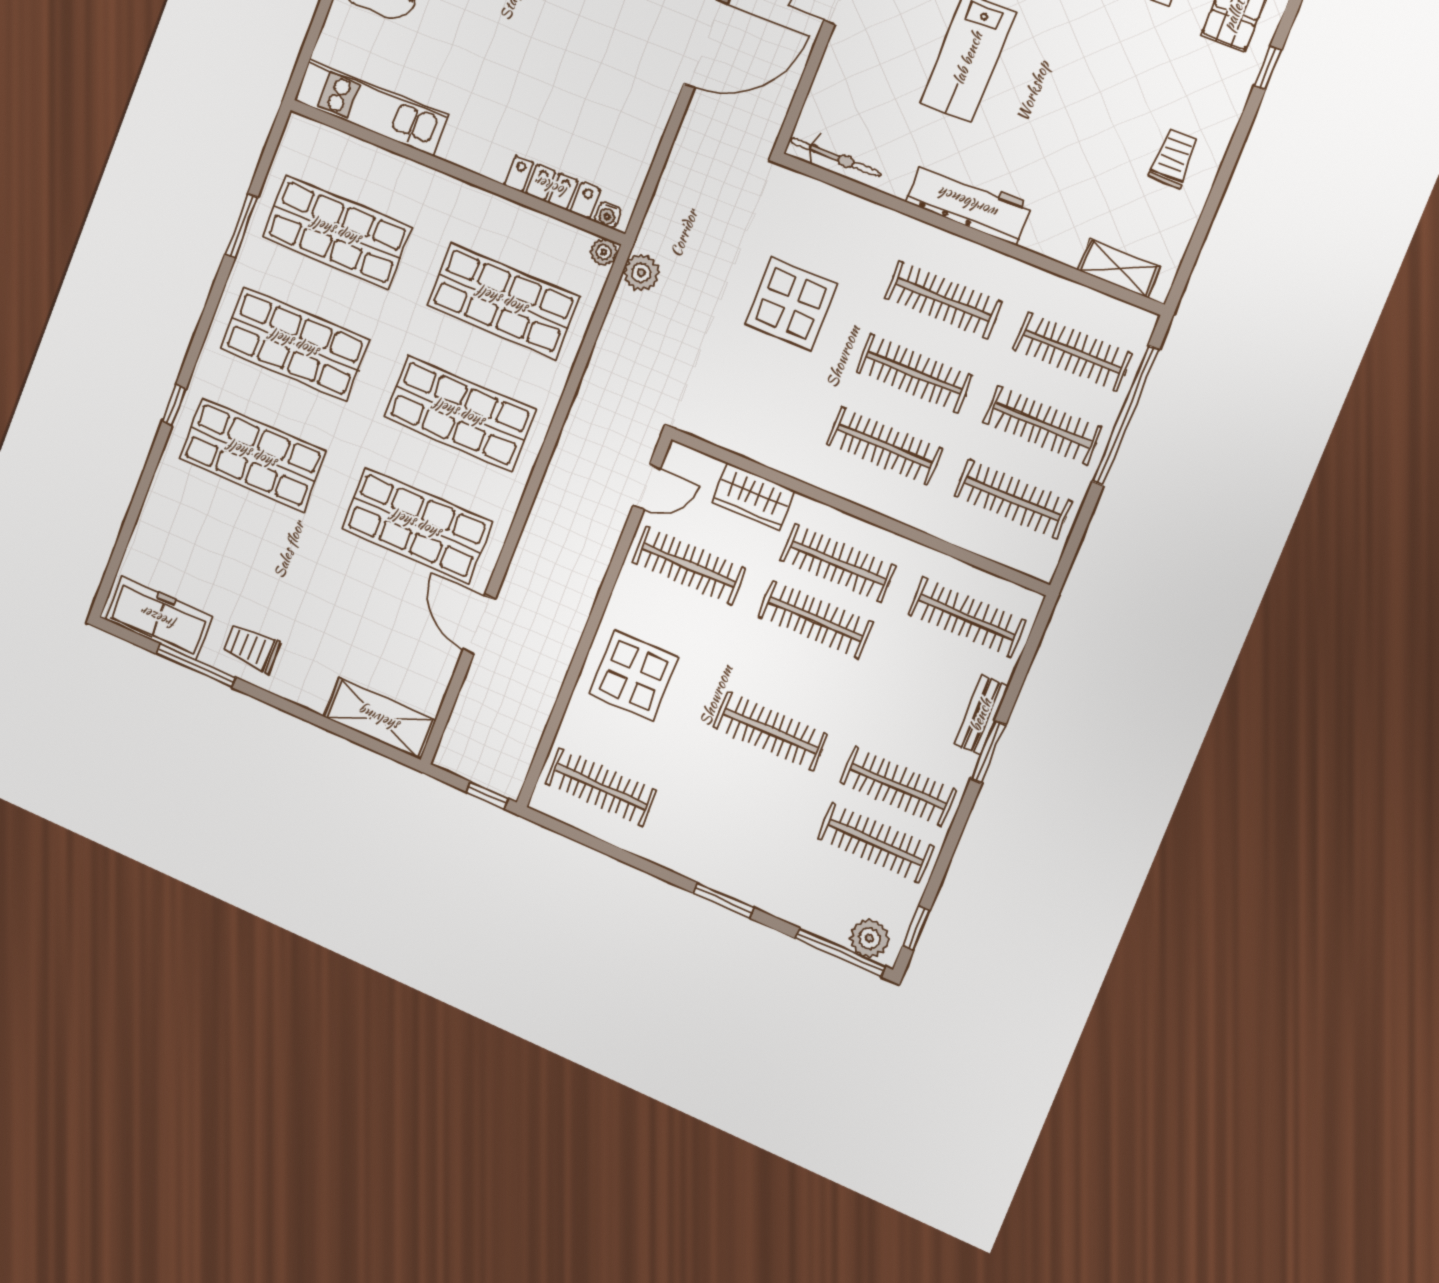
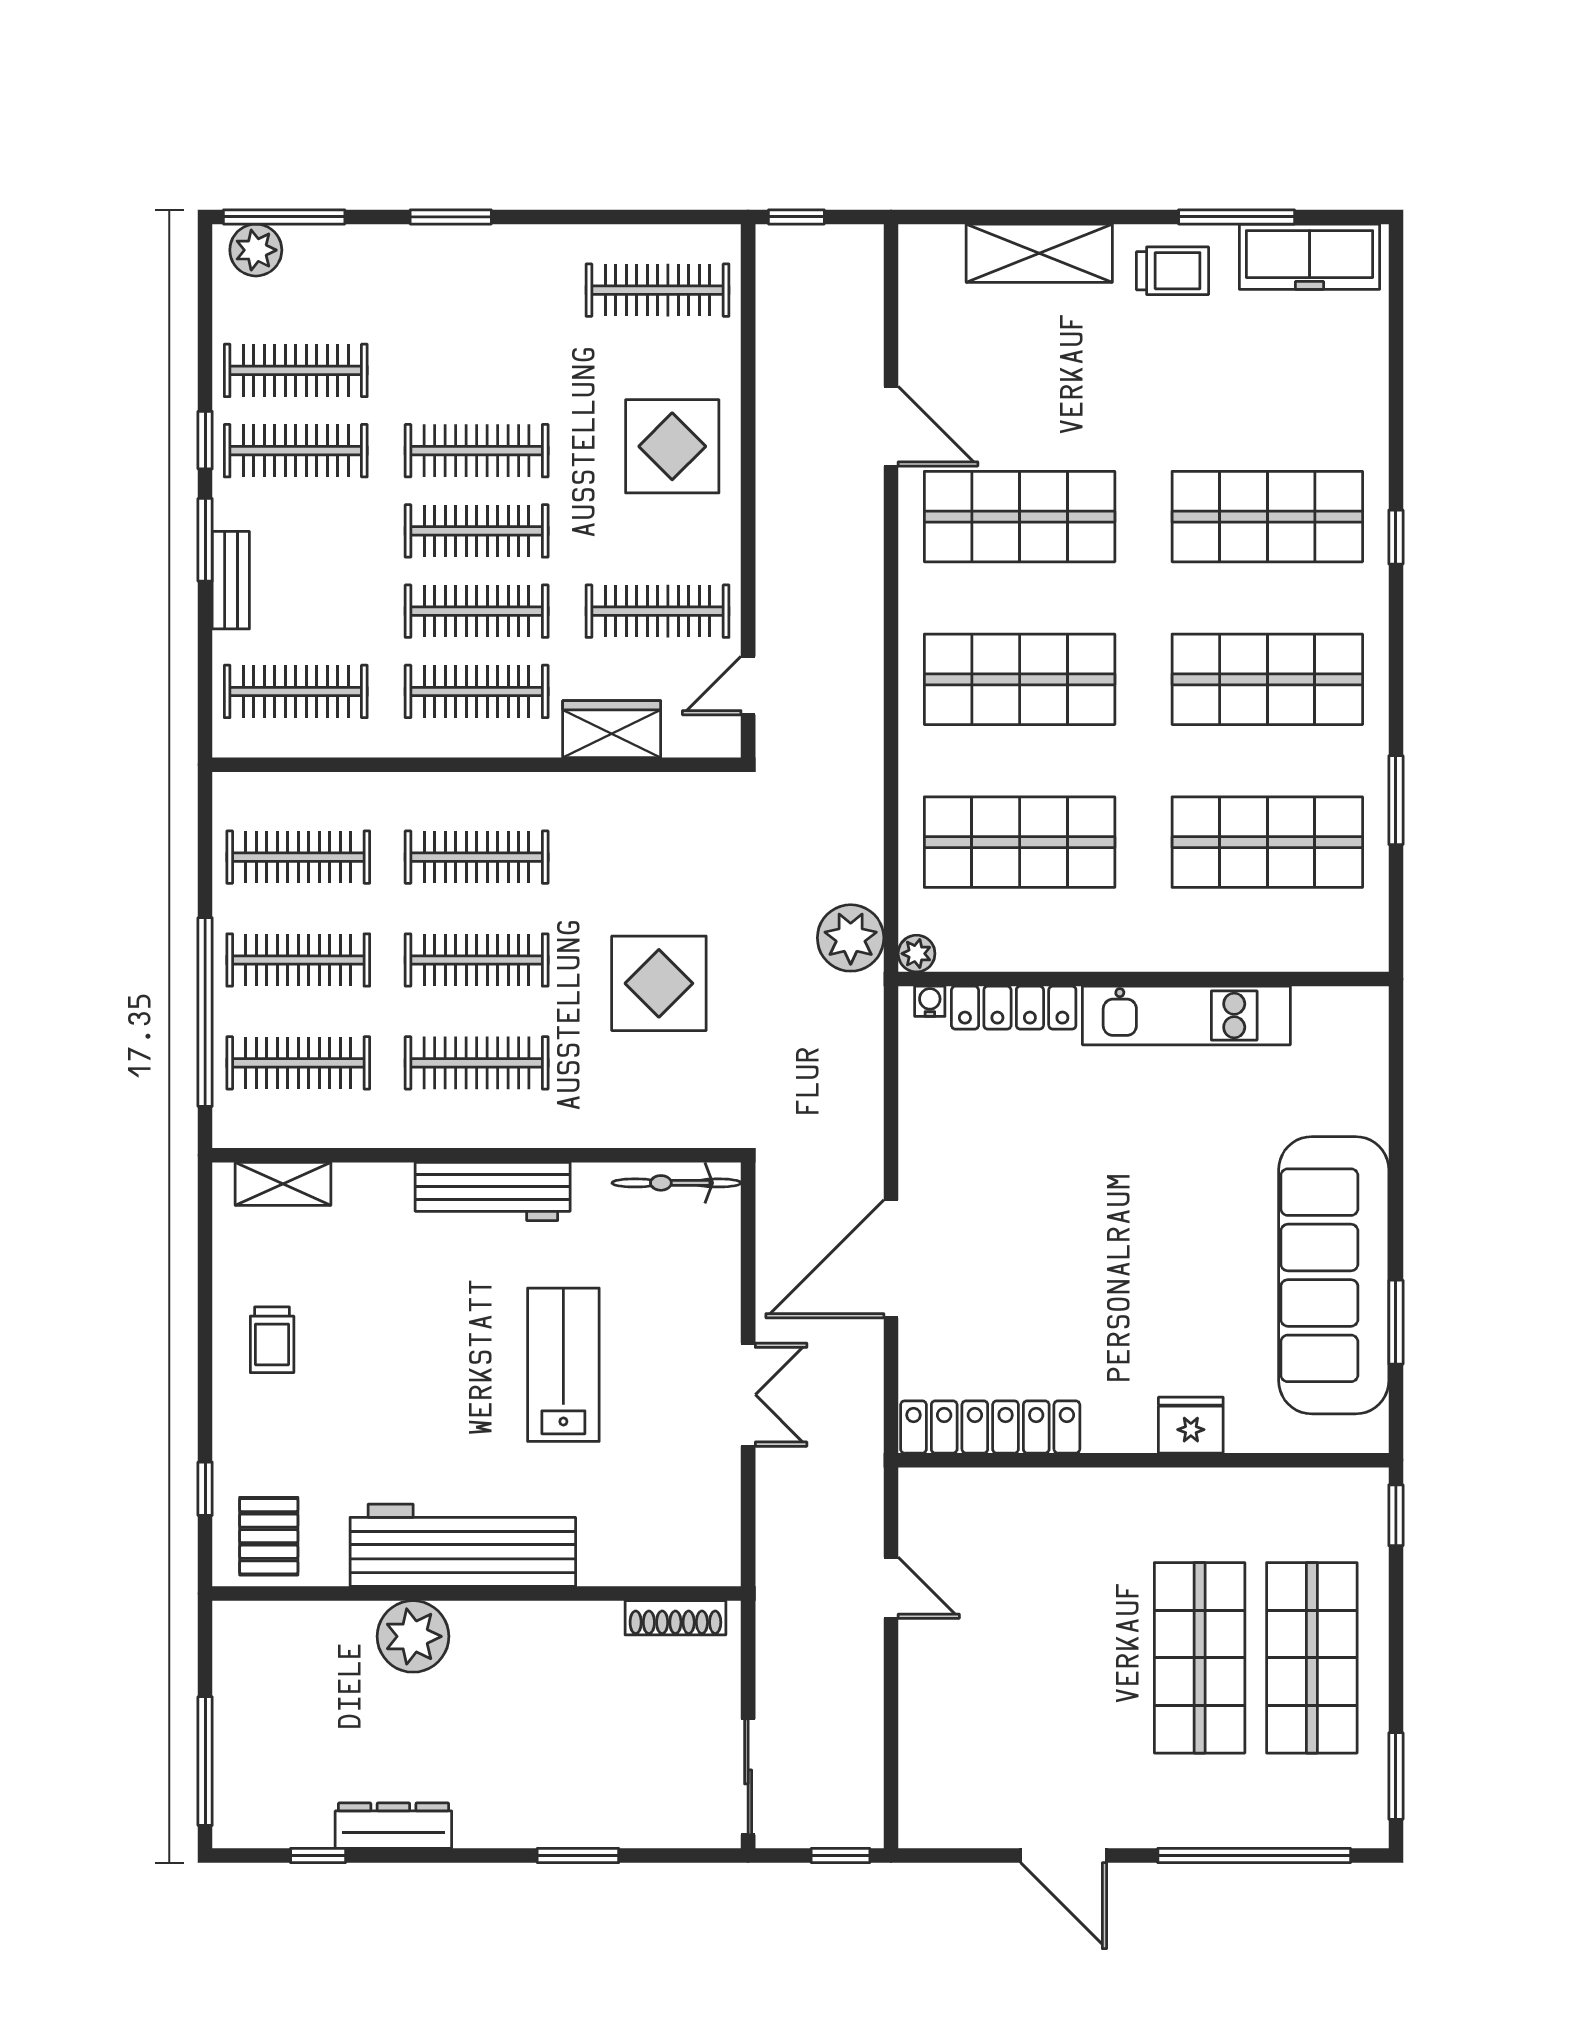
kitchen unit: (371, 108) -> (1186, 1015), moved
plant: (641, 273) -> (851, 938), width x1.36, depth x1.36
clothes rail: (793, 675) -> (477, 531), added
shelving: (380, 719) -> (1039, 253), moved
window: (916, 928) -> (205, 440), moved

